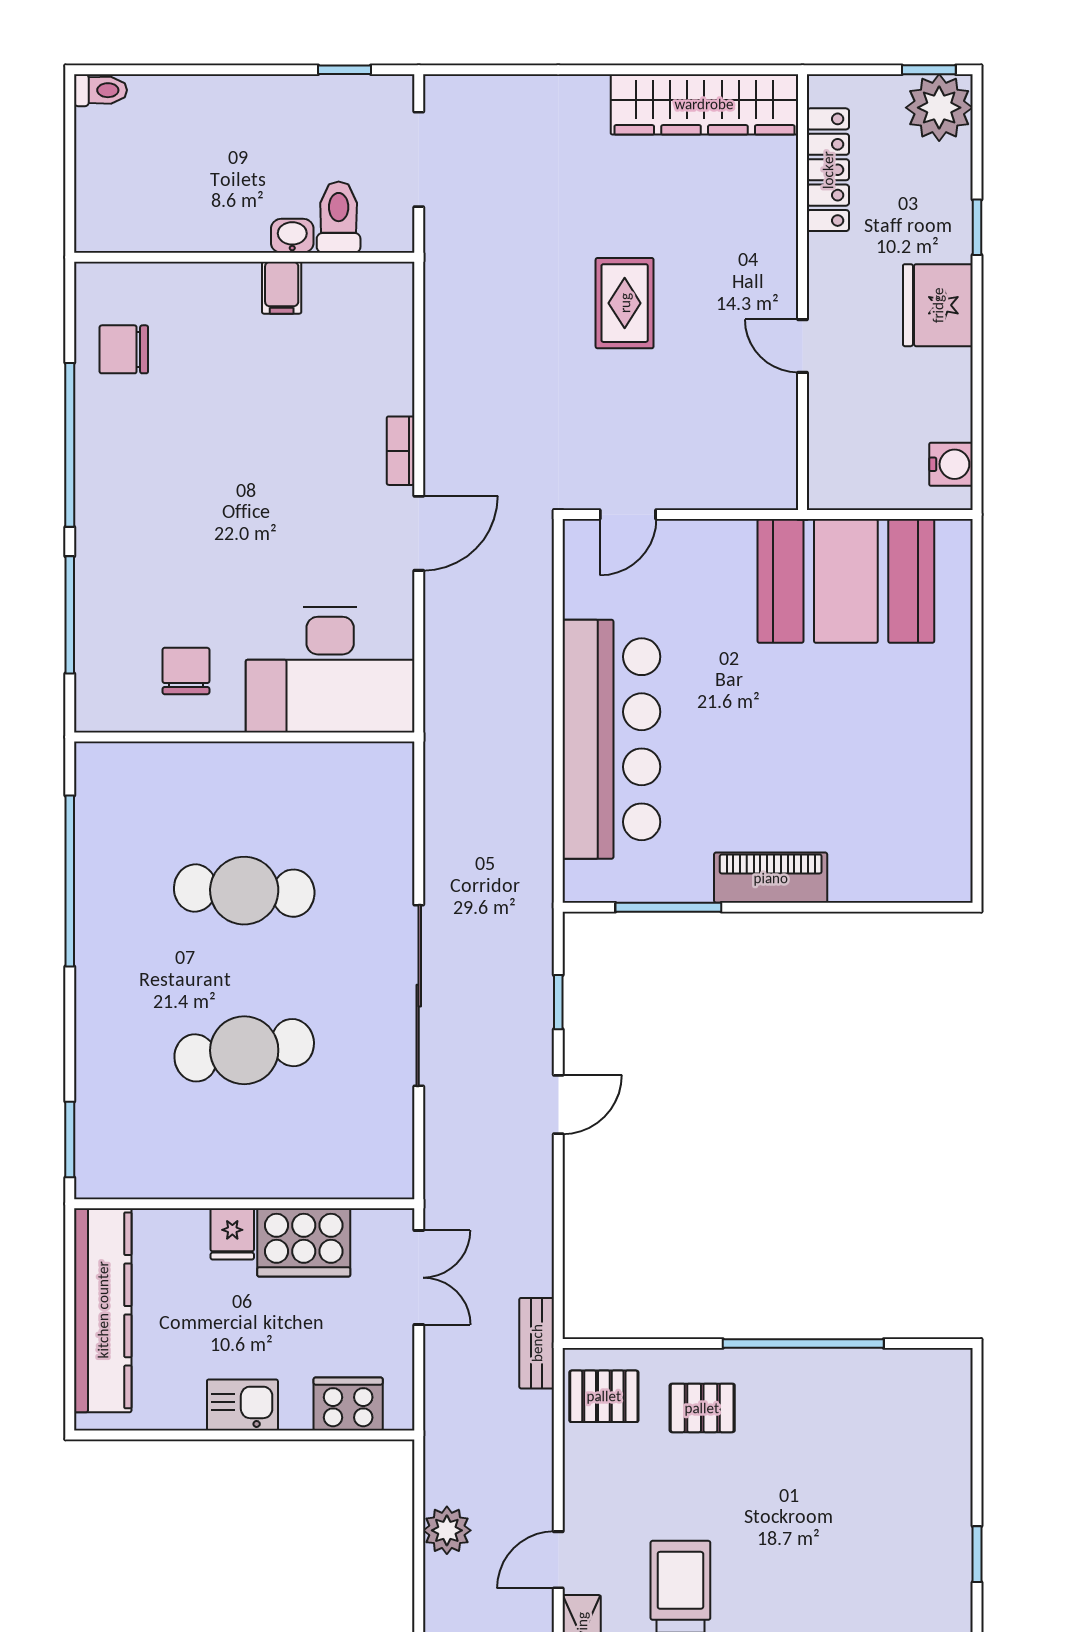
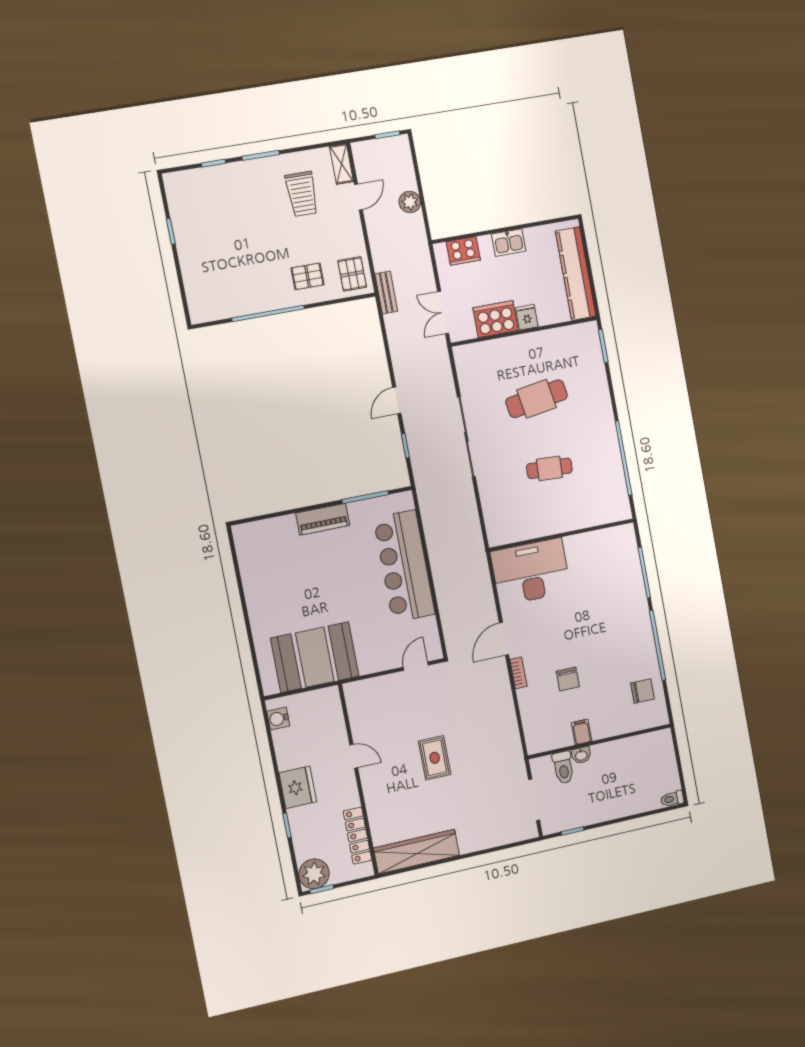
chair: (186, 671) -> (568, 679), moved
cafe table: (244, 891) -> (549, 468), width x0.73, depth x0.74
pallet: (604, 1396) -> (352, 274), turned 90

